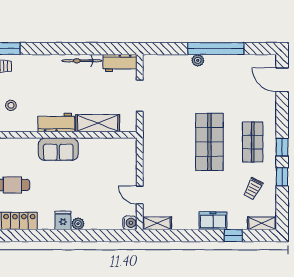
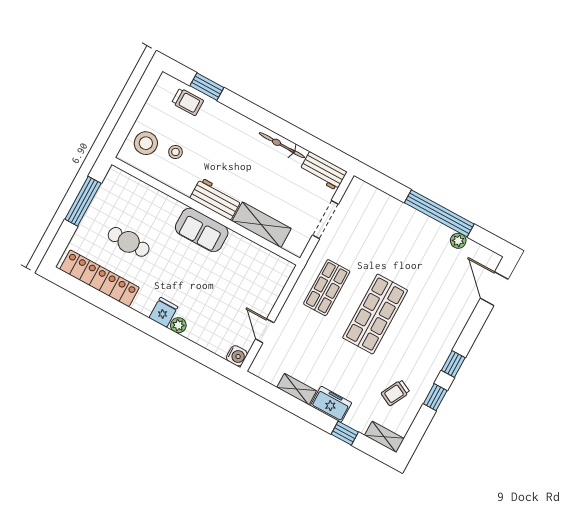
plant: (198, 60) -> (458, 241), moved
shop shelf: (253, 142) -> (327, 288), moved
shelving: (157, 223) -> (297, 389), moved

